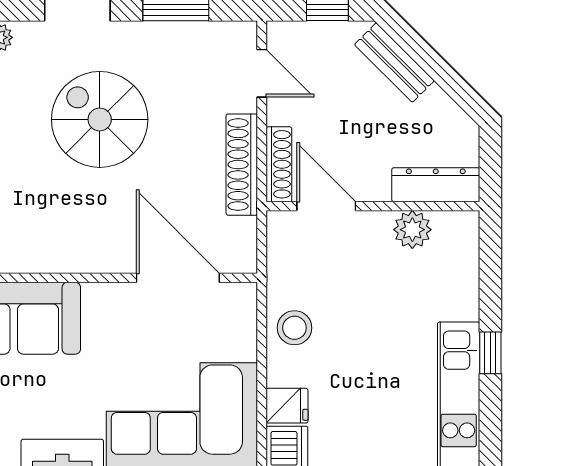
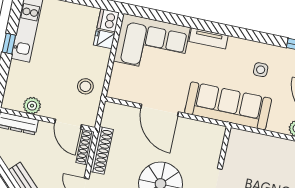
door: (178, 278) -> (160, 110), moved
stool: (294, 328) -> (85, 86), moved

